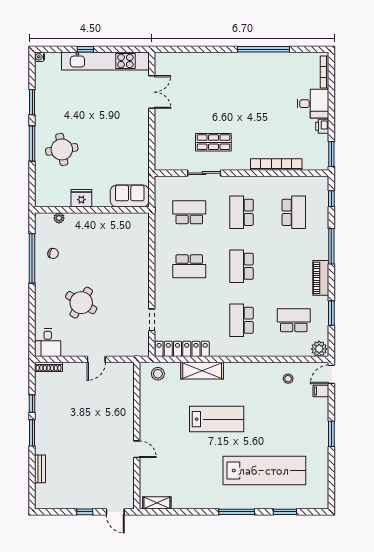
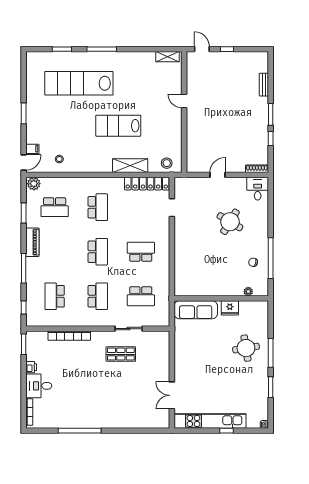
sofa: (130, 196) -> (196, 310), width x1.36

